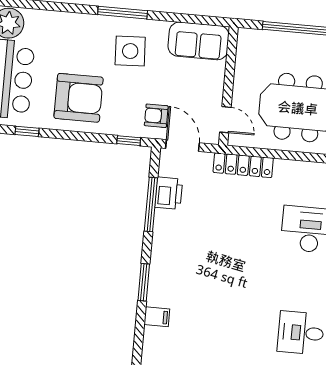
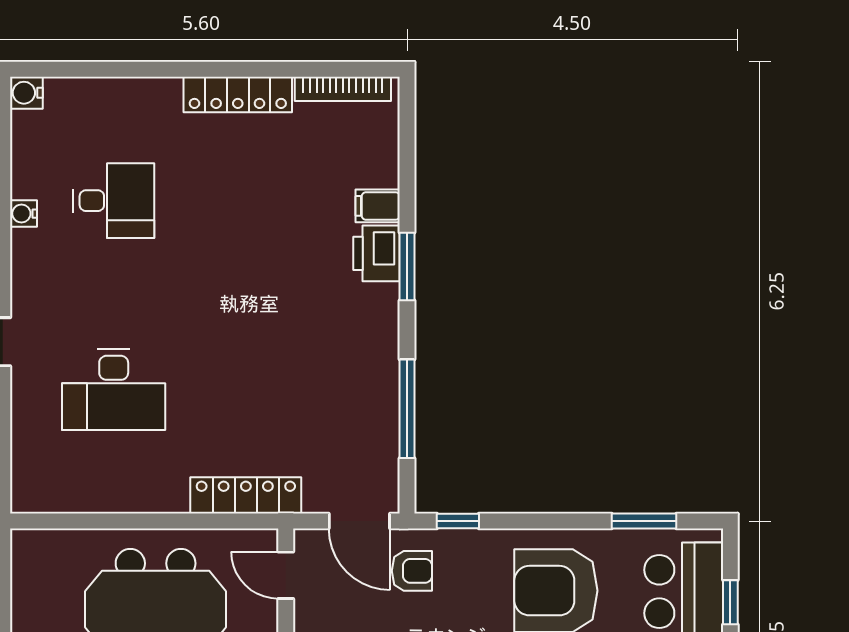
window: (27, 131) -> (644, 521), width x1.50
printer: (169, 193) -> (377, 253), moved

